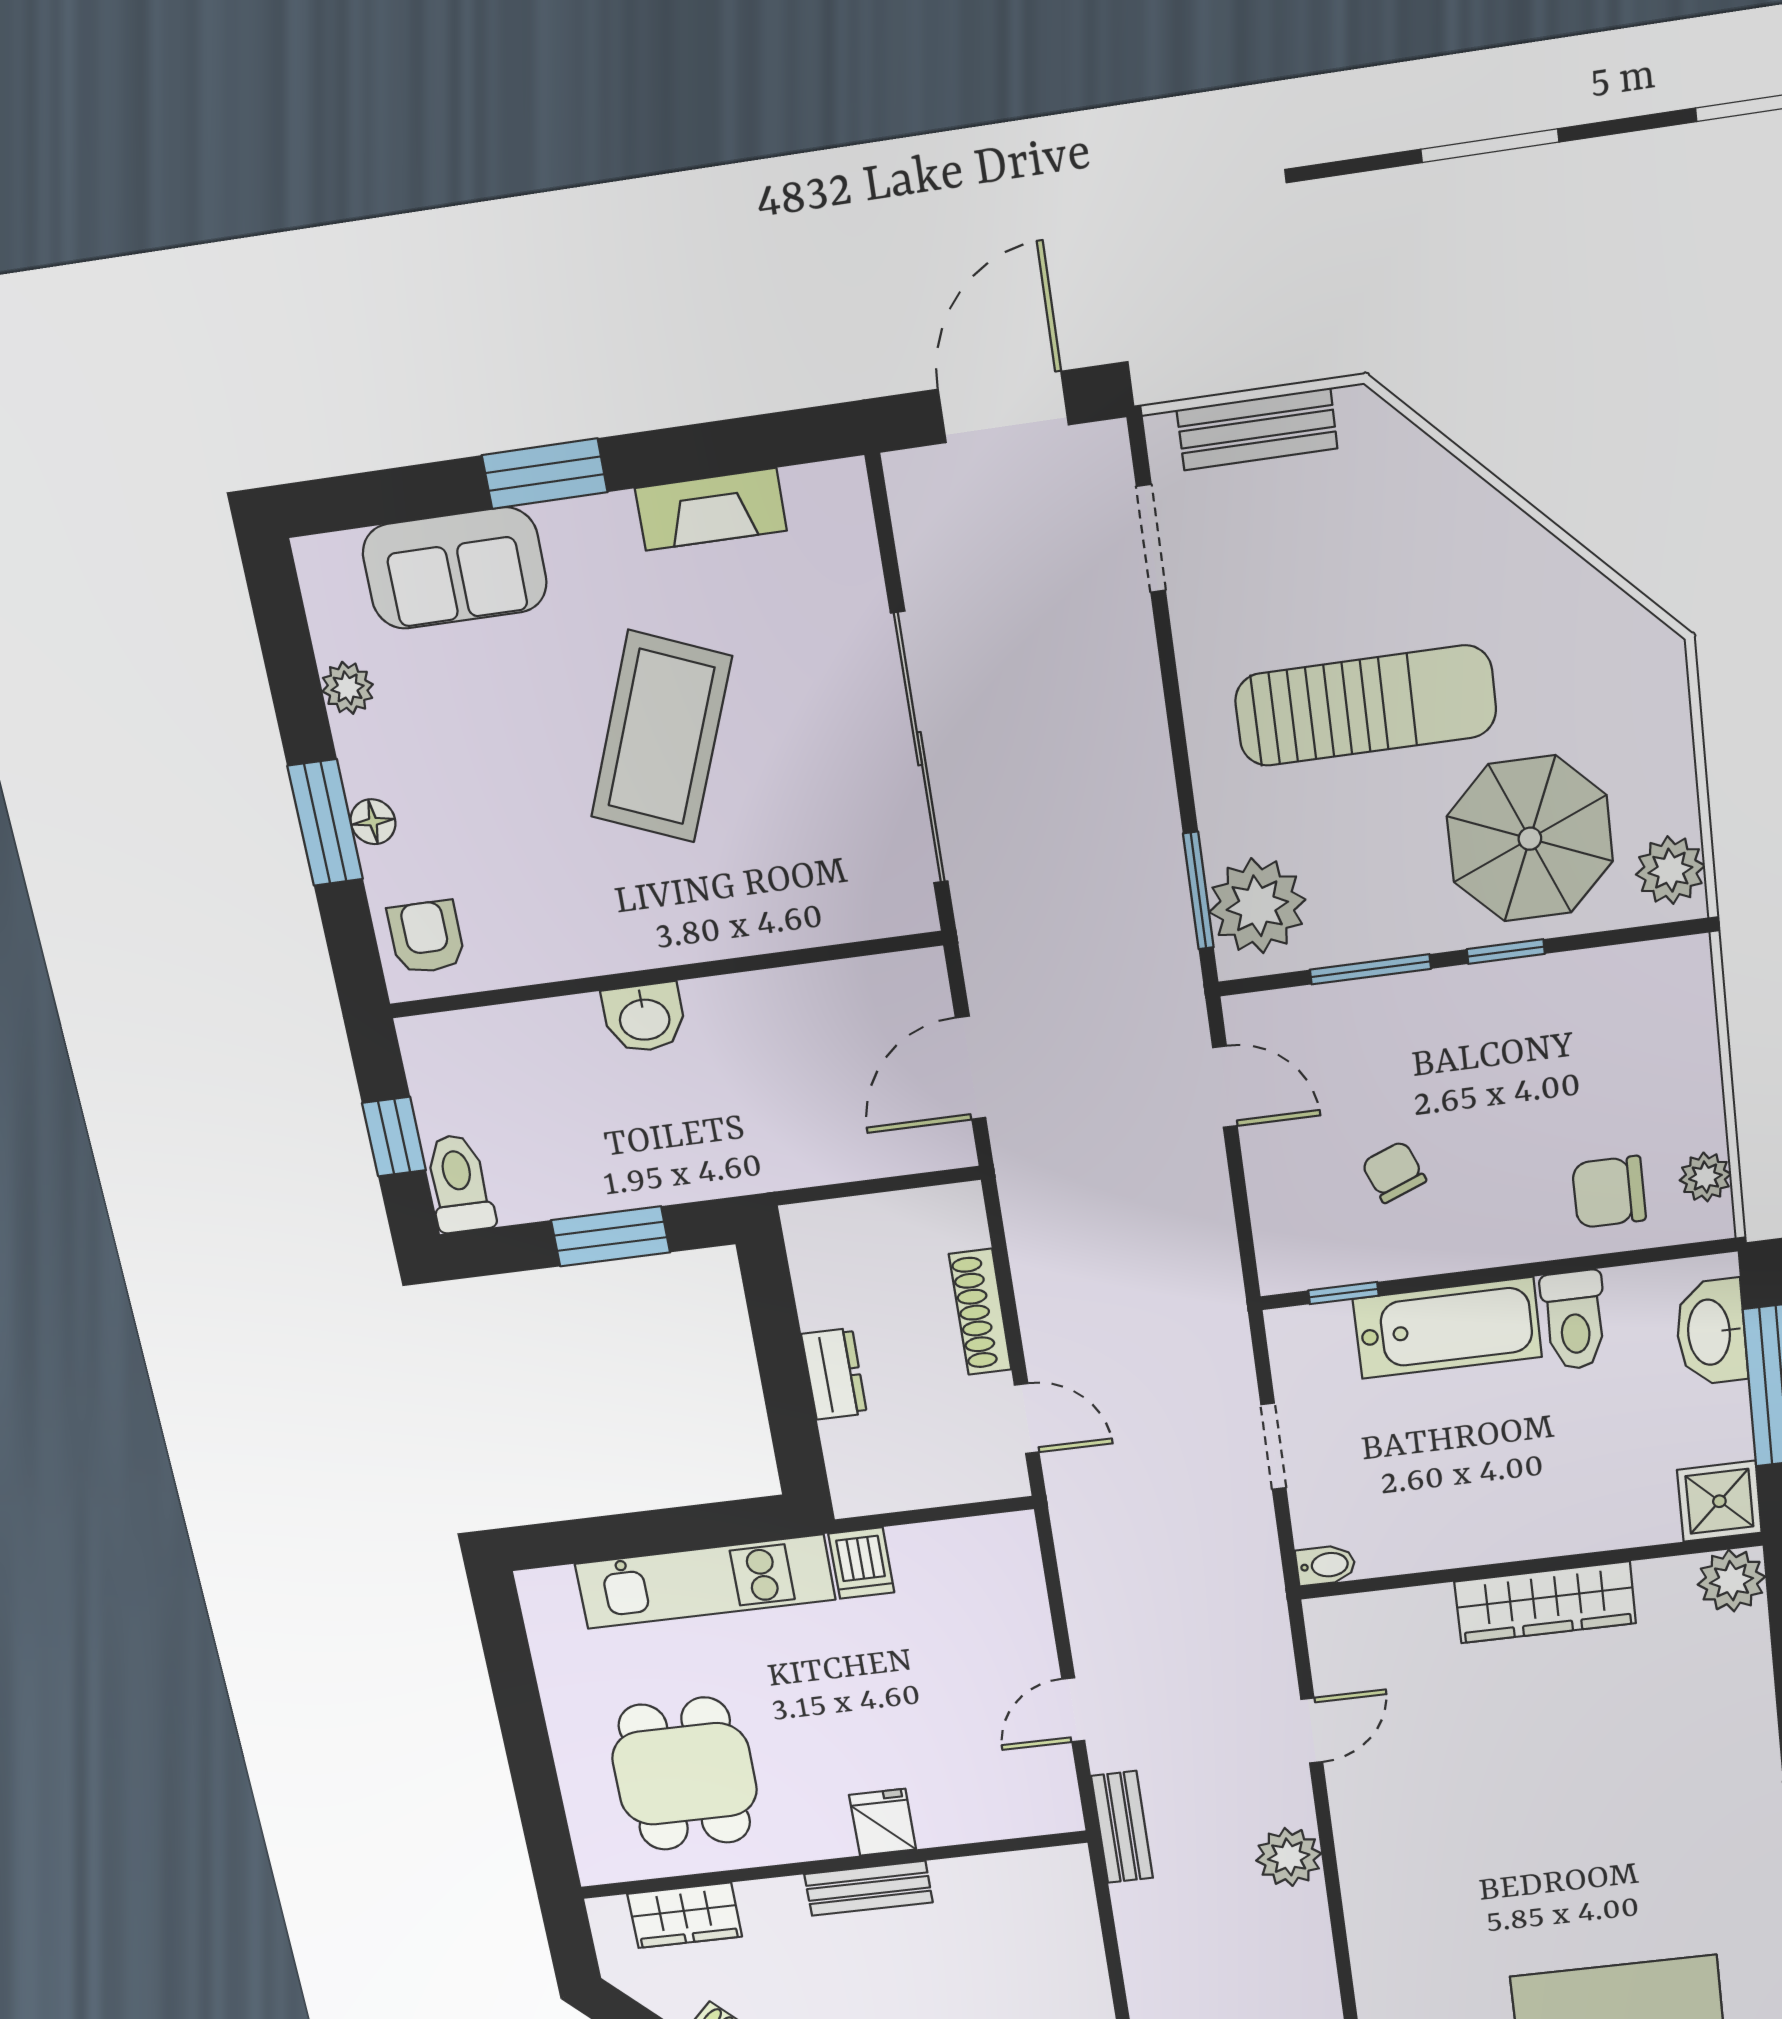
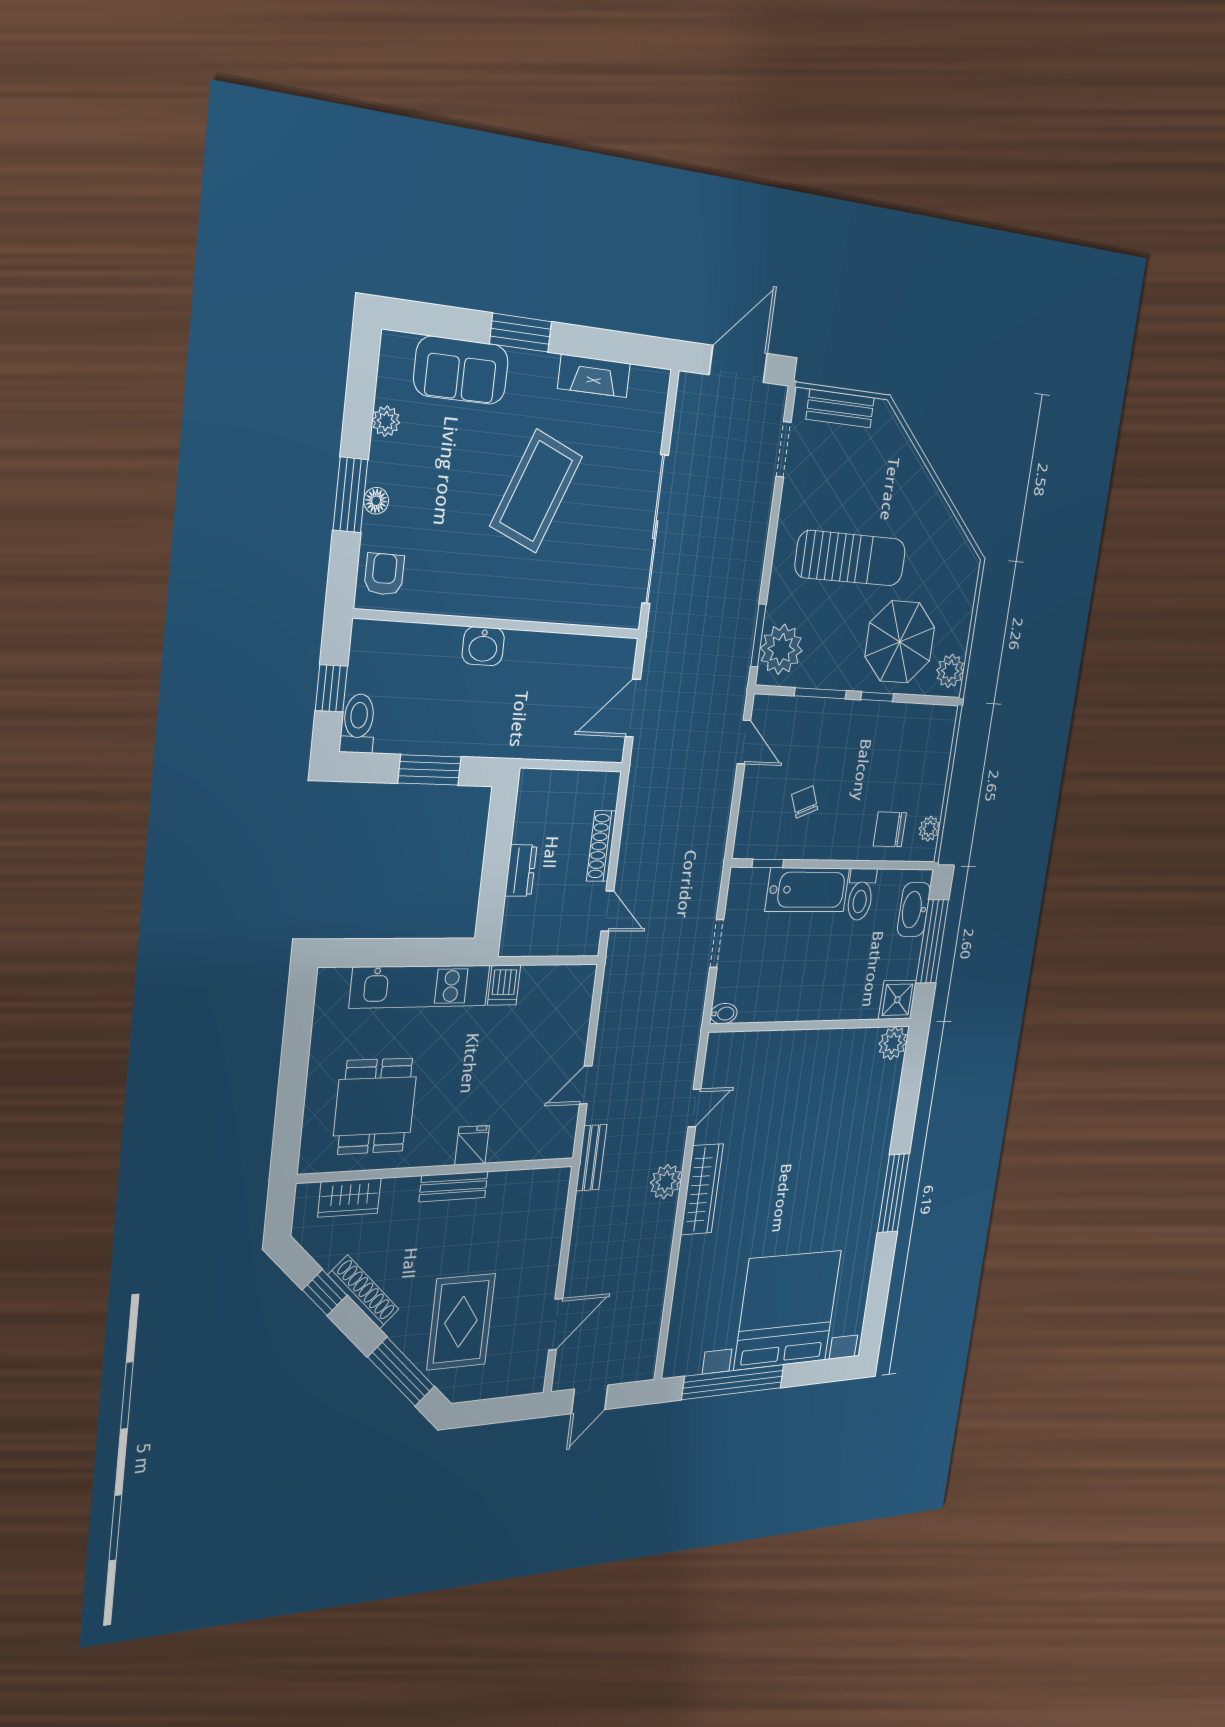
wardrobe: (1545, 1602) -> (702, 1189), moved, turned -90

